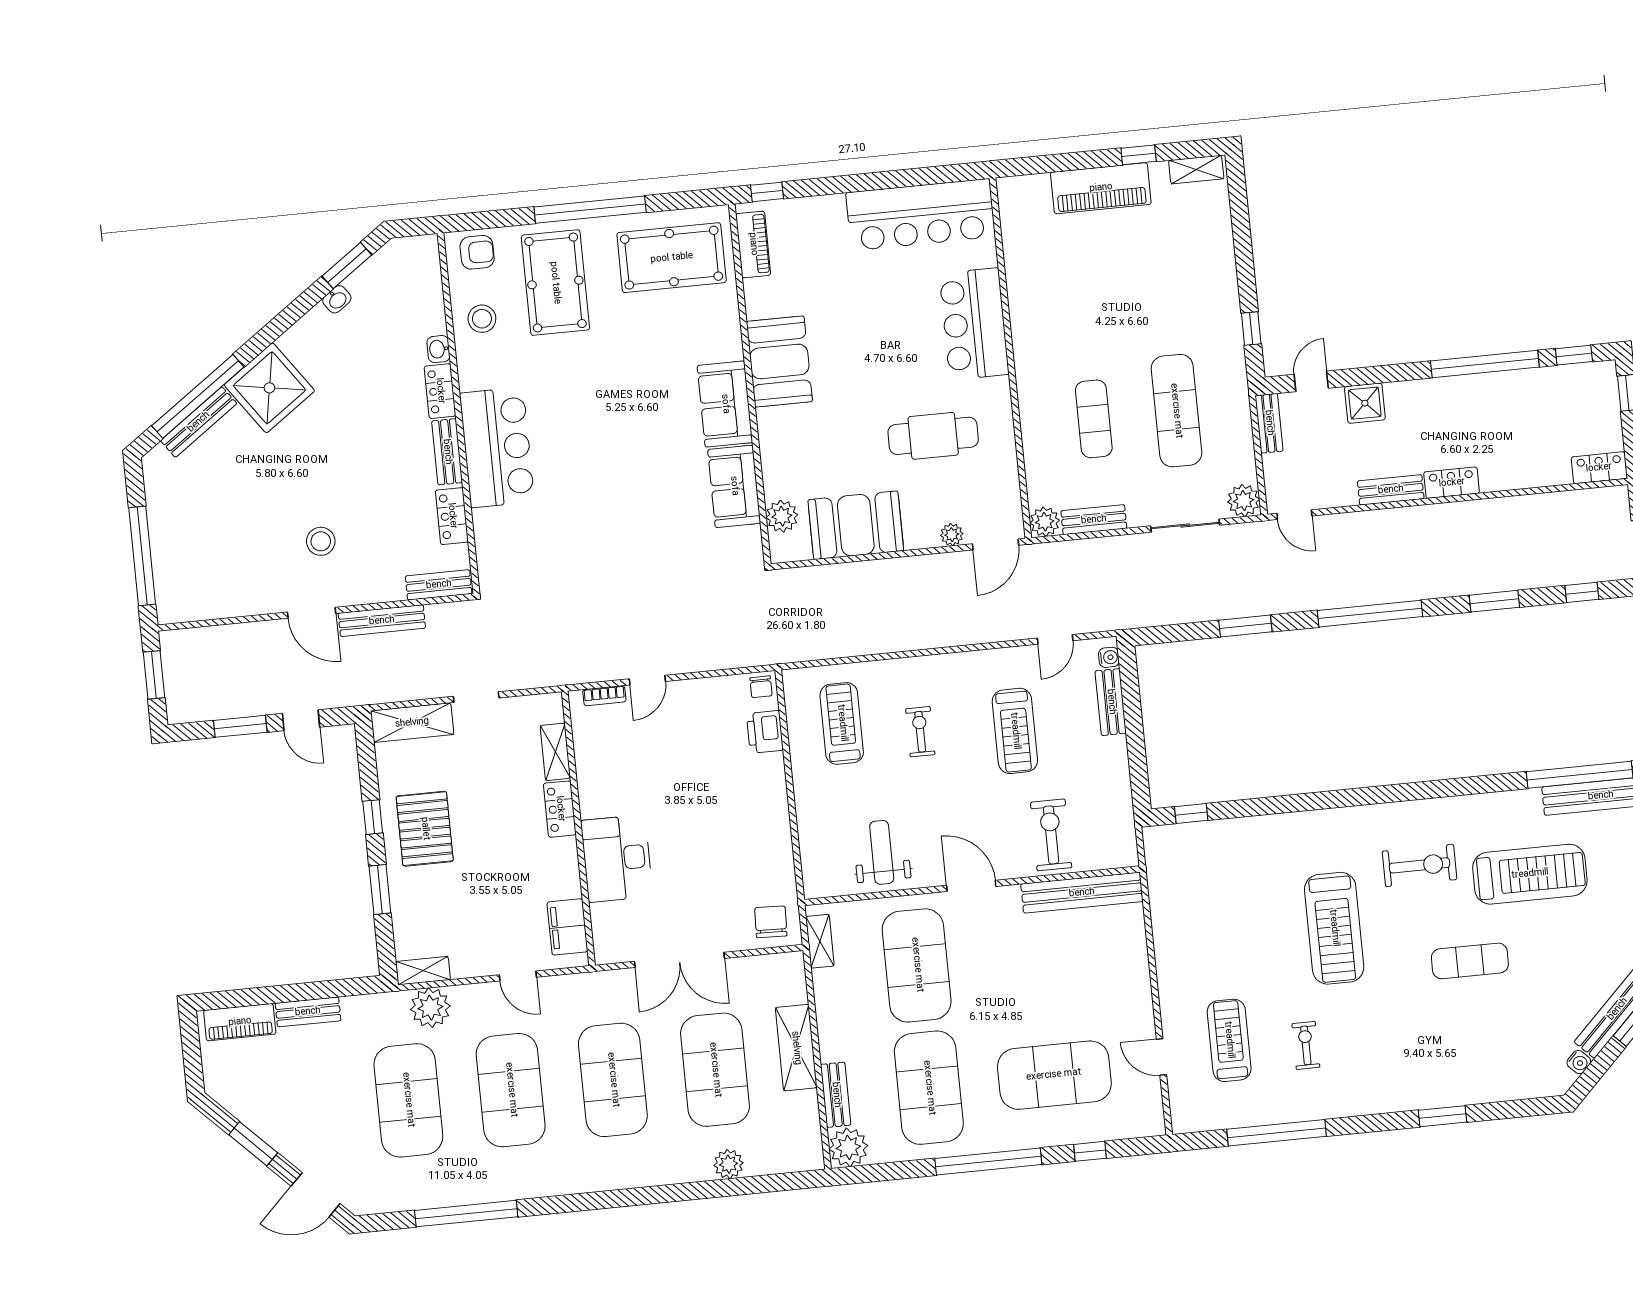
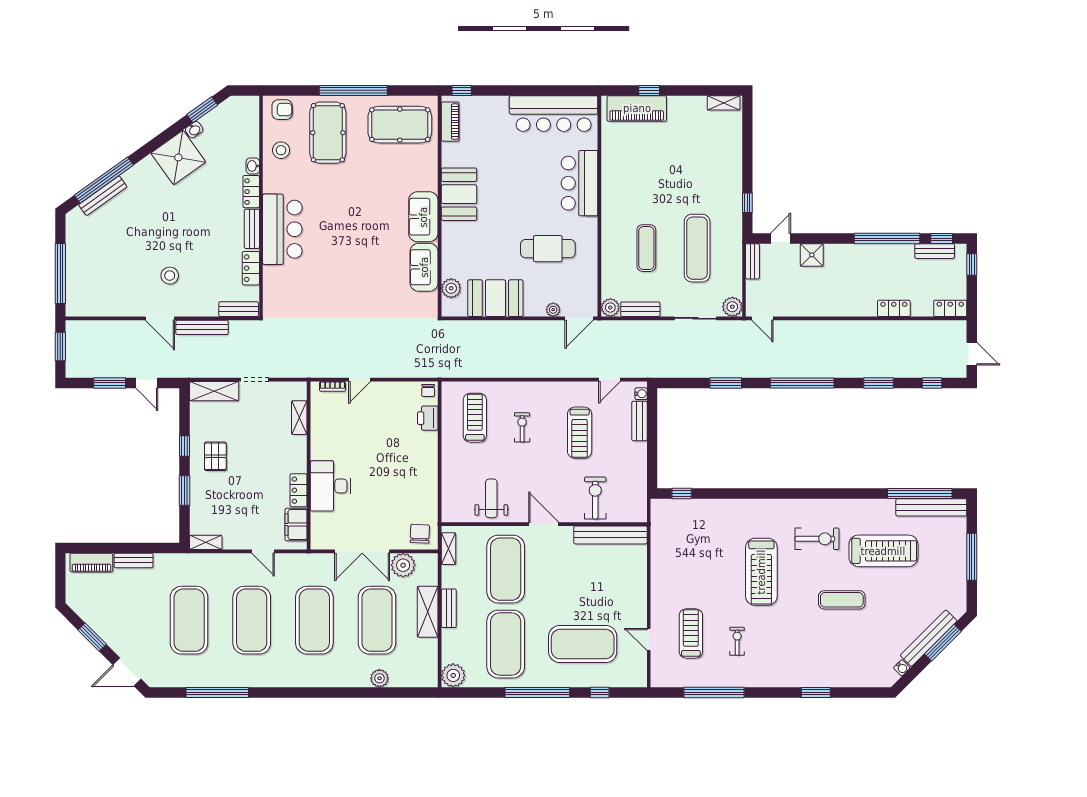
window: (1139, 155) -> (649, 90), moved
piano: (1101, 188) -> (637, 108), moved
shower: (269, 388) -> (178, 157), moved
locker: (1452, 483) -> (894, 308), moved
bench: (1391, 490) -> (935, 251), moved
locker: (560, 809) -> (299, 490), moved
pallet: (425, 829) -> (215, 456), width x0.67, depth x0.71
plant: (430, 1008) -> (403, 565), moved
bench: (836, 1095) -> (449, 608), moved

